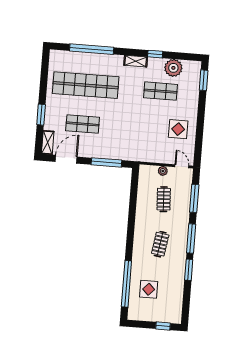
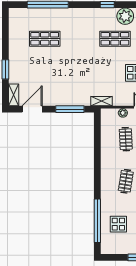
shelving: (136, 61) -> (101, 101), moved
shop shelf: (86, 85) -> (45, 39), width x0.50, depth x0.74
shop shelf: (83, 124) -> (45, 75), removed

